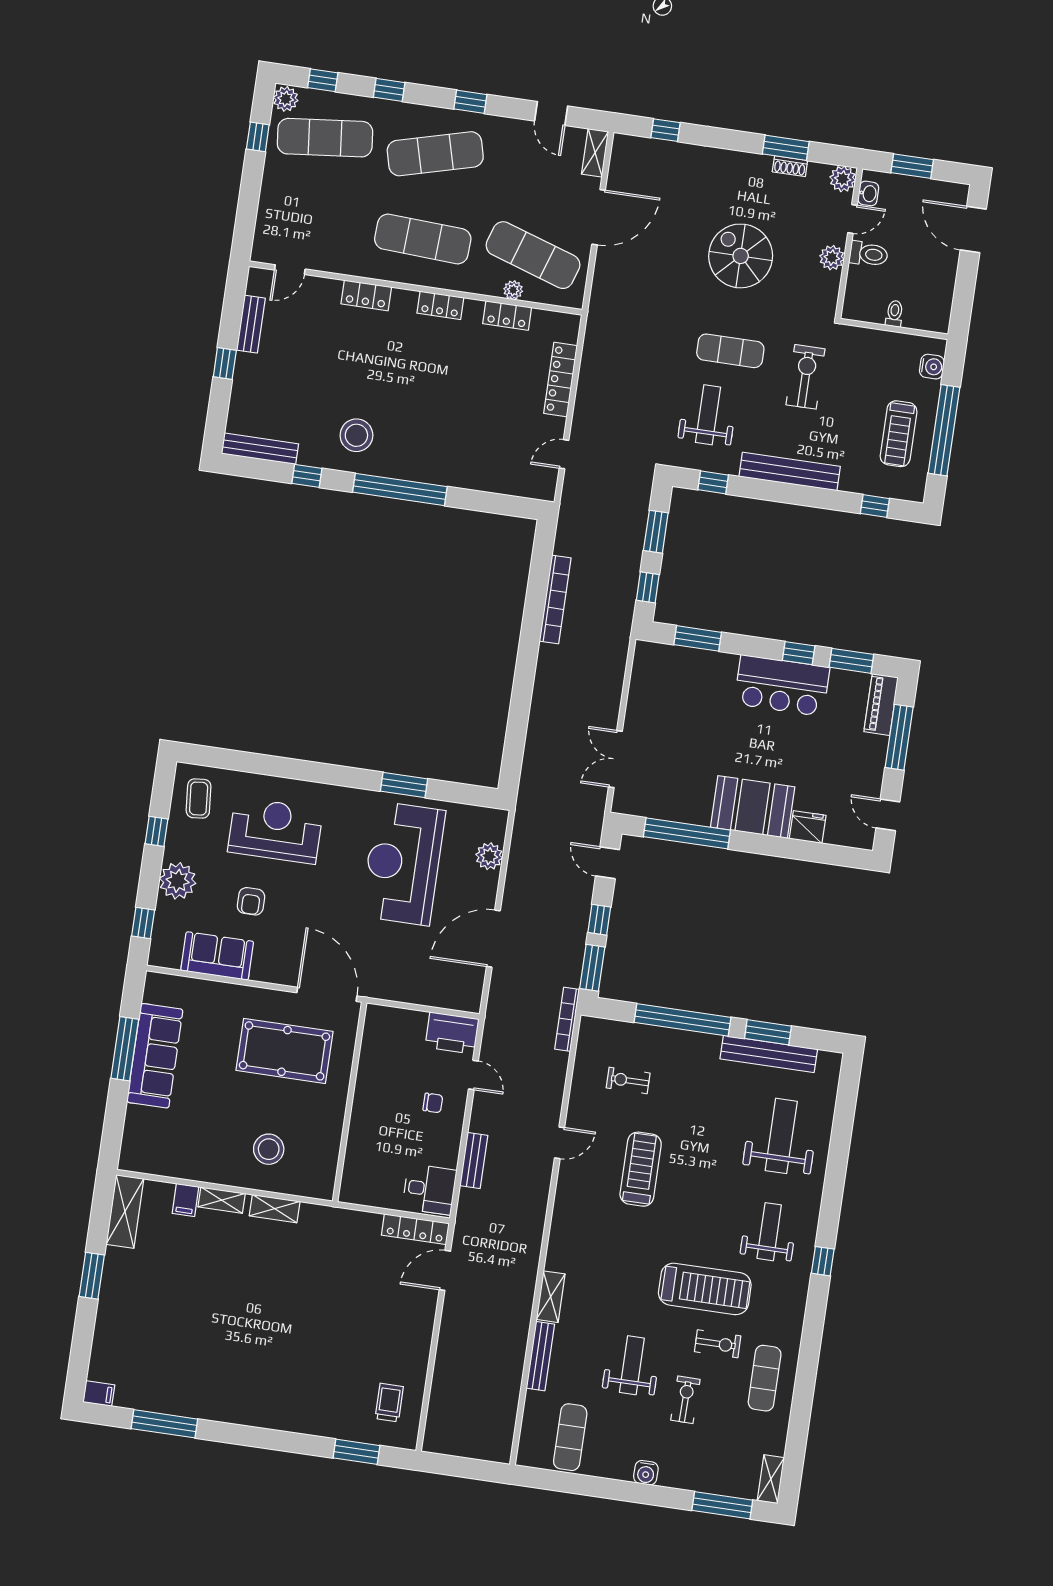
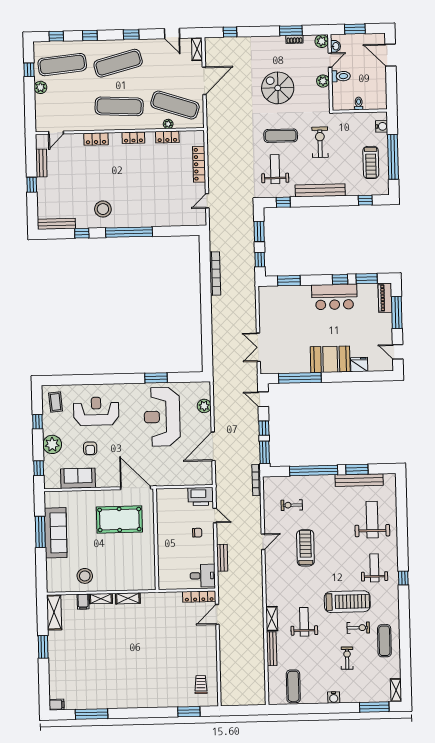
plant: (286, 99) -> (40, 87), moved
stool: (269, 1149) -> (85, 576), moved
weight bench: (632, 1365) -> (304, 622), moved

